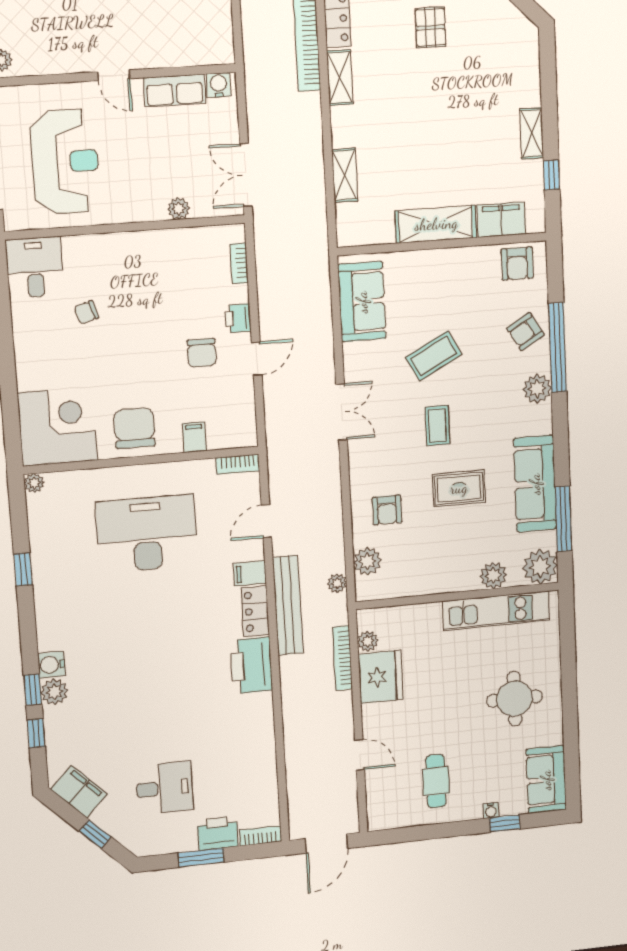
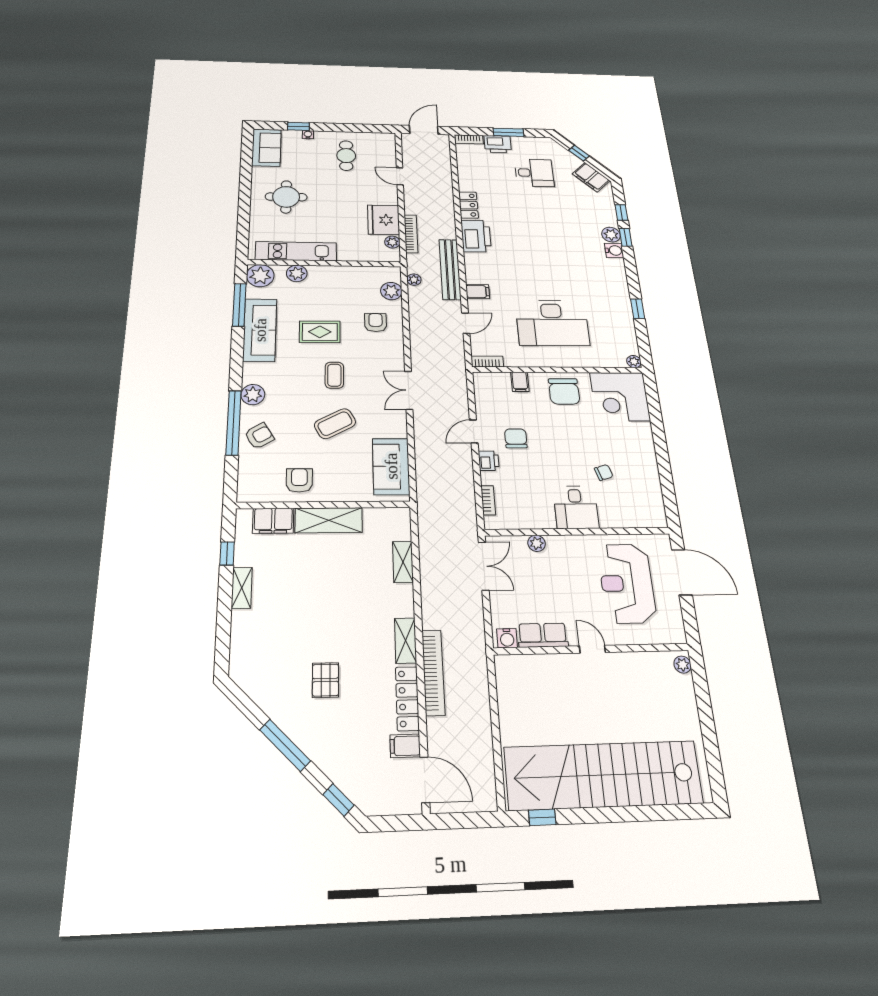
armchair: (517, 264) -> (299, 480), moved
desk: (35, 267) -> (576, 507), moved
locker: (255, 611) -> (468, 205), moved
desk: (164, 788) -> (534, 173), turned 180

